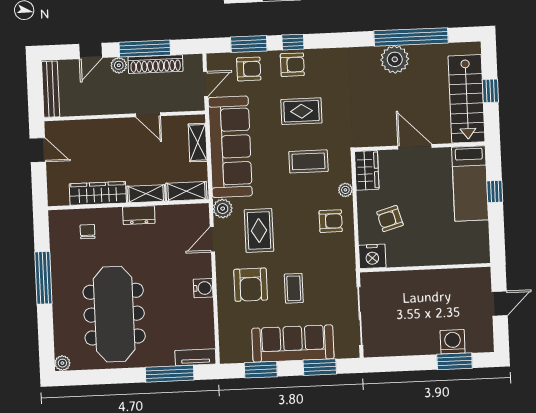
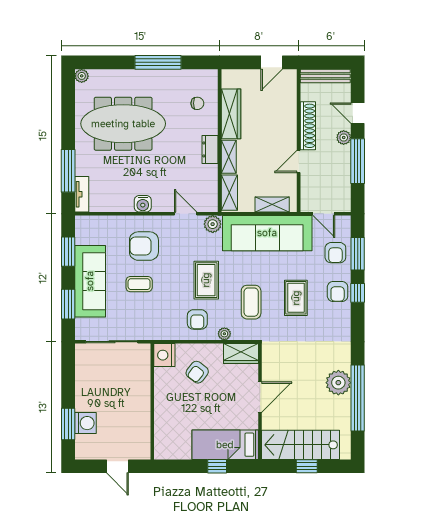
shoe rack: (155, 64) -> (308, 126), moved, turned 180
armchair: (390, 219) -> (197, 372), turned -126
rug: (259, 230) -> (206, 280), moved, turned 90

